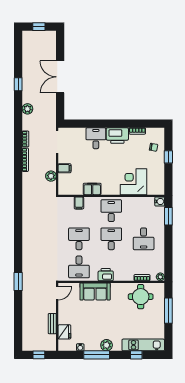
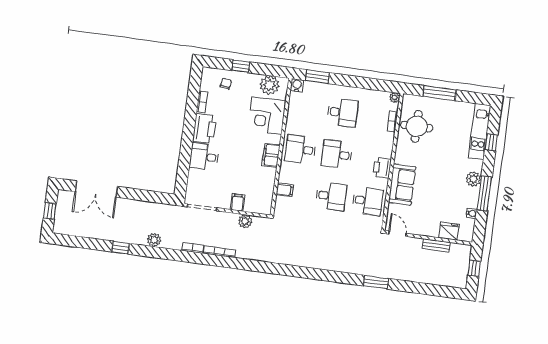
double door: (60, 77) -> (96, 189), moved
plant: (157, 181) -> (269, 85), added
filing cabinet: (92, 189) -> (271, 155), moved
desk: (79, 239) -> (331, 196), turned 180

